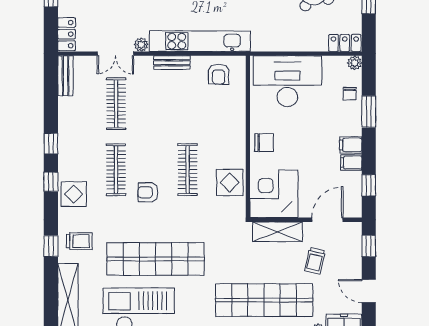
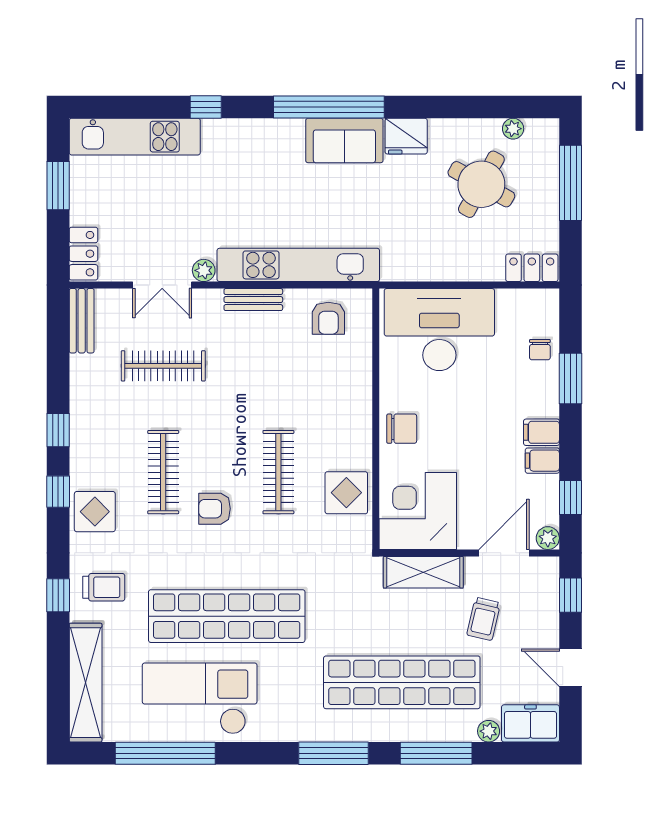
plant: (355, 63) -> (548, 538), moved
clothes rail: (116, 104) -> (163, 366), turned 90

